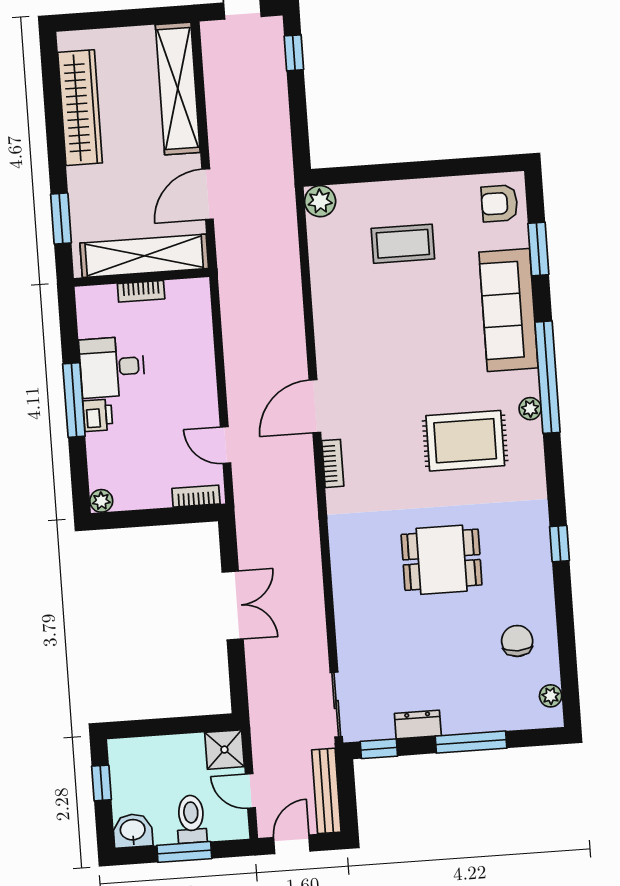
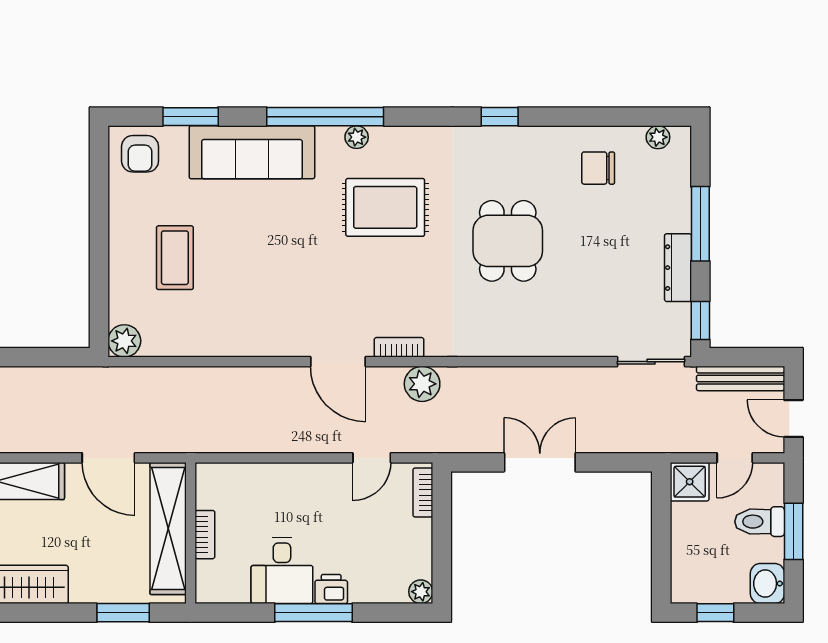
rug: (465, 441) -> (385, 207), turned 90
plant: (299, 488) -> (422, 384), added
dresser: (418, 725) -> (678, 268), width x1.44

